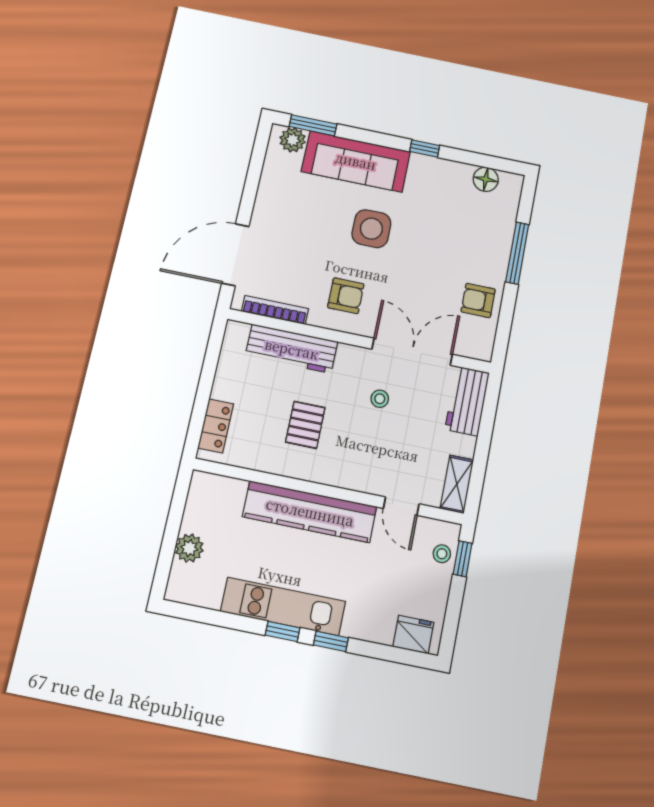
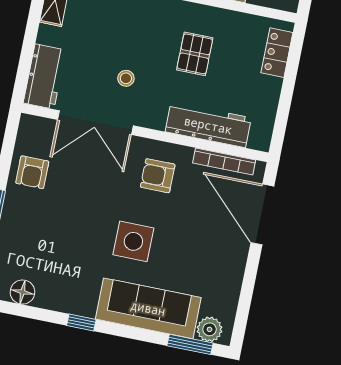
door: (235, 255) -> (262, 214), swing flipped
armchair: (478, 300) -> (32, 172), turned 90

